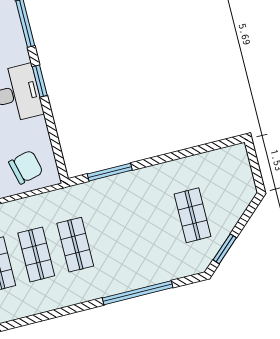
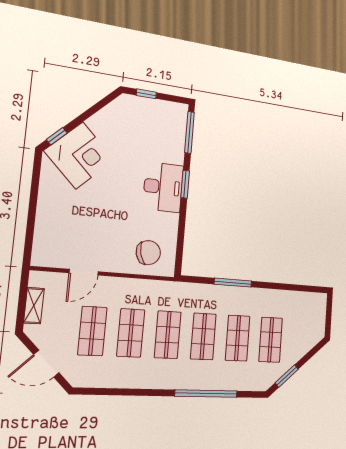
window: (110, 172) -> (233, 283), moved
shop shelf: (153, 225) -> (238, 338), added
shop shelf: (114, 235) -> (203, 336), added

